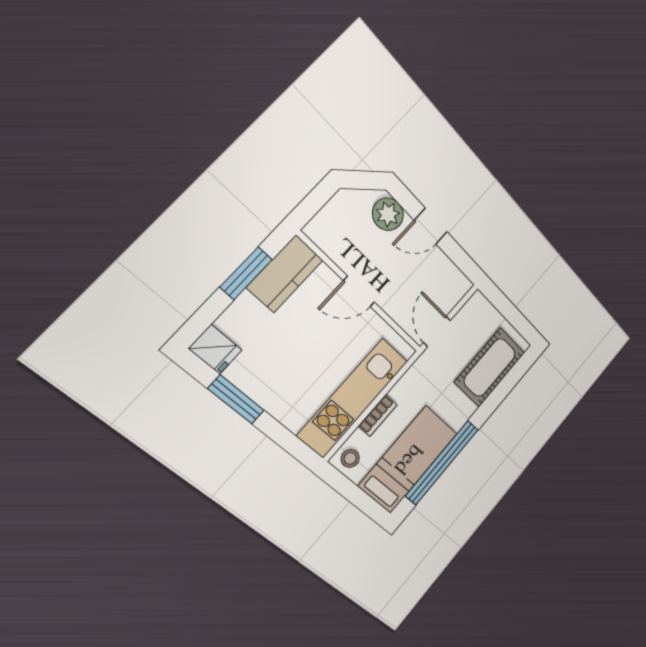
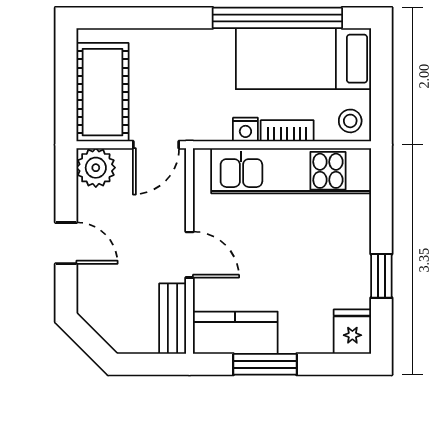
plant: (388, 214) -> (96, 168), moved
bench: (330, 244) -> (173, 319), added
cot: (490, 367) -> (103, 92), moved, turned 90
nightstand: (400, 391) -> (245, 130), added
window: (236, 400) -> (381, 276), width x0.67

